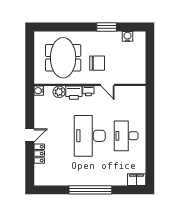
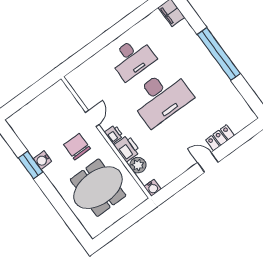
water cooler: (128, 36) -> (43, 160), moved

